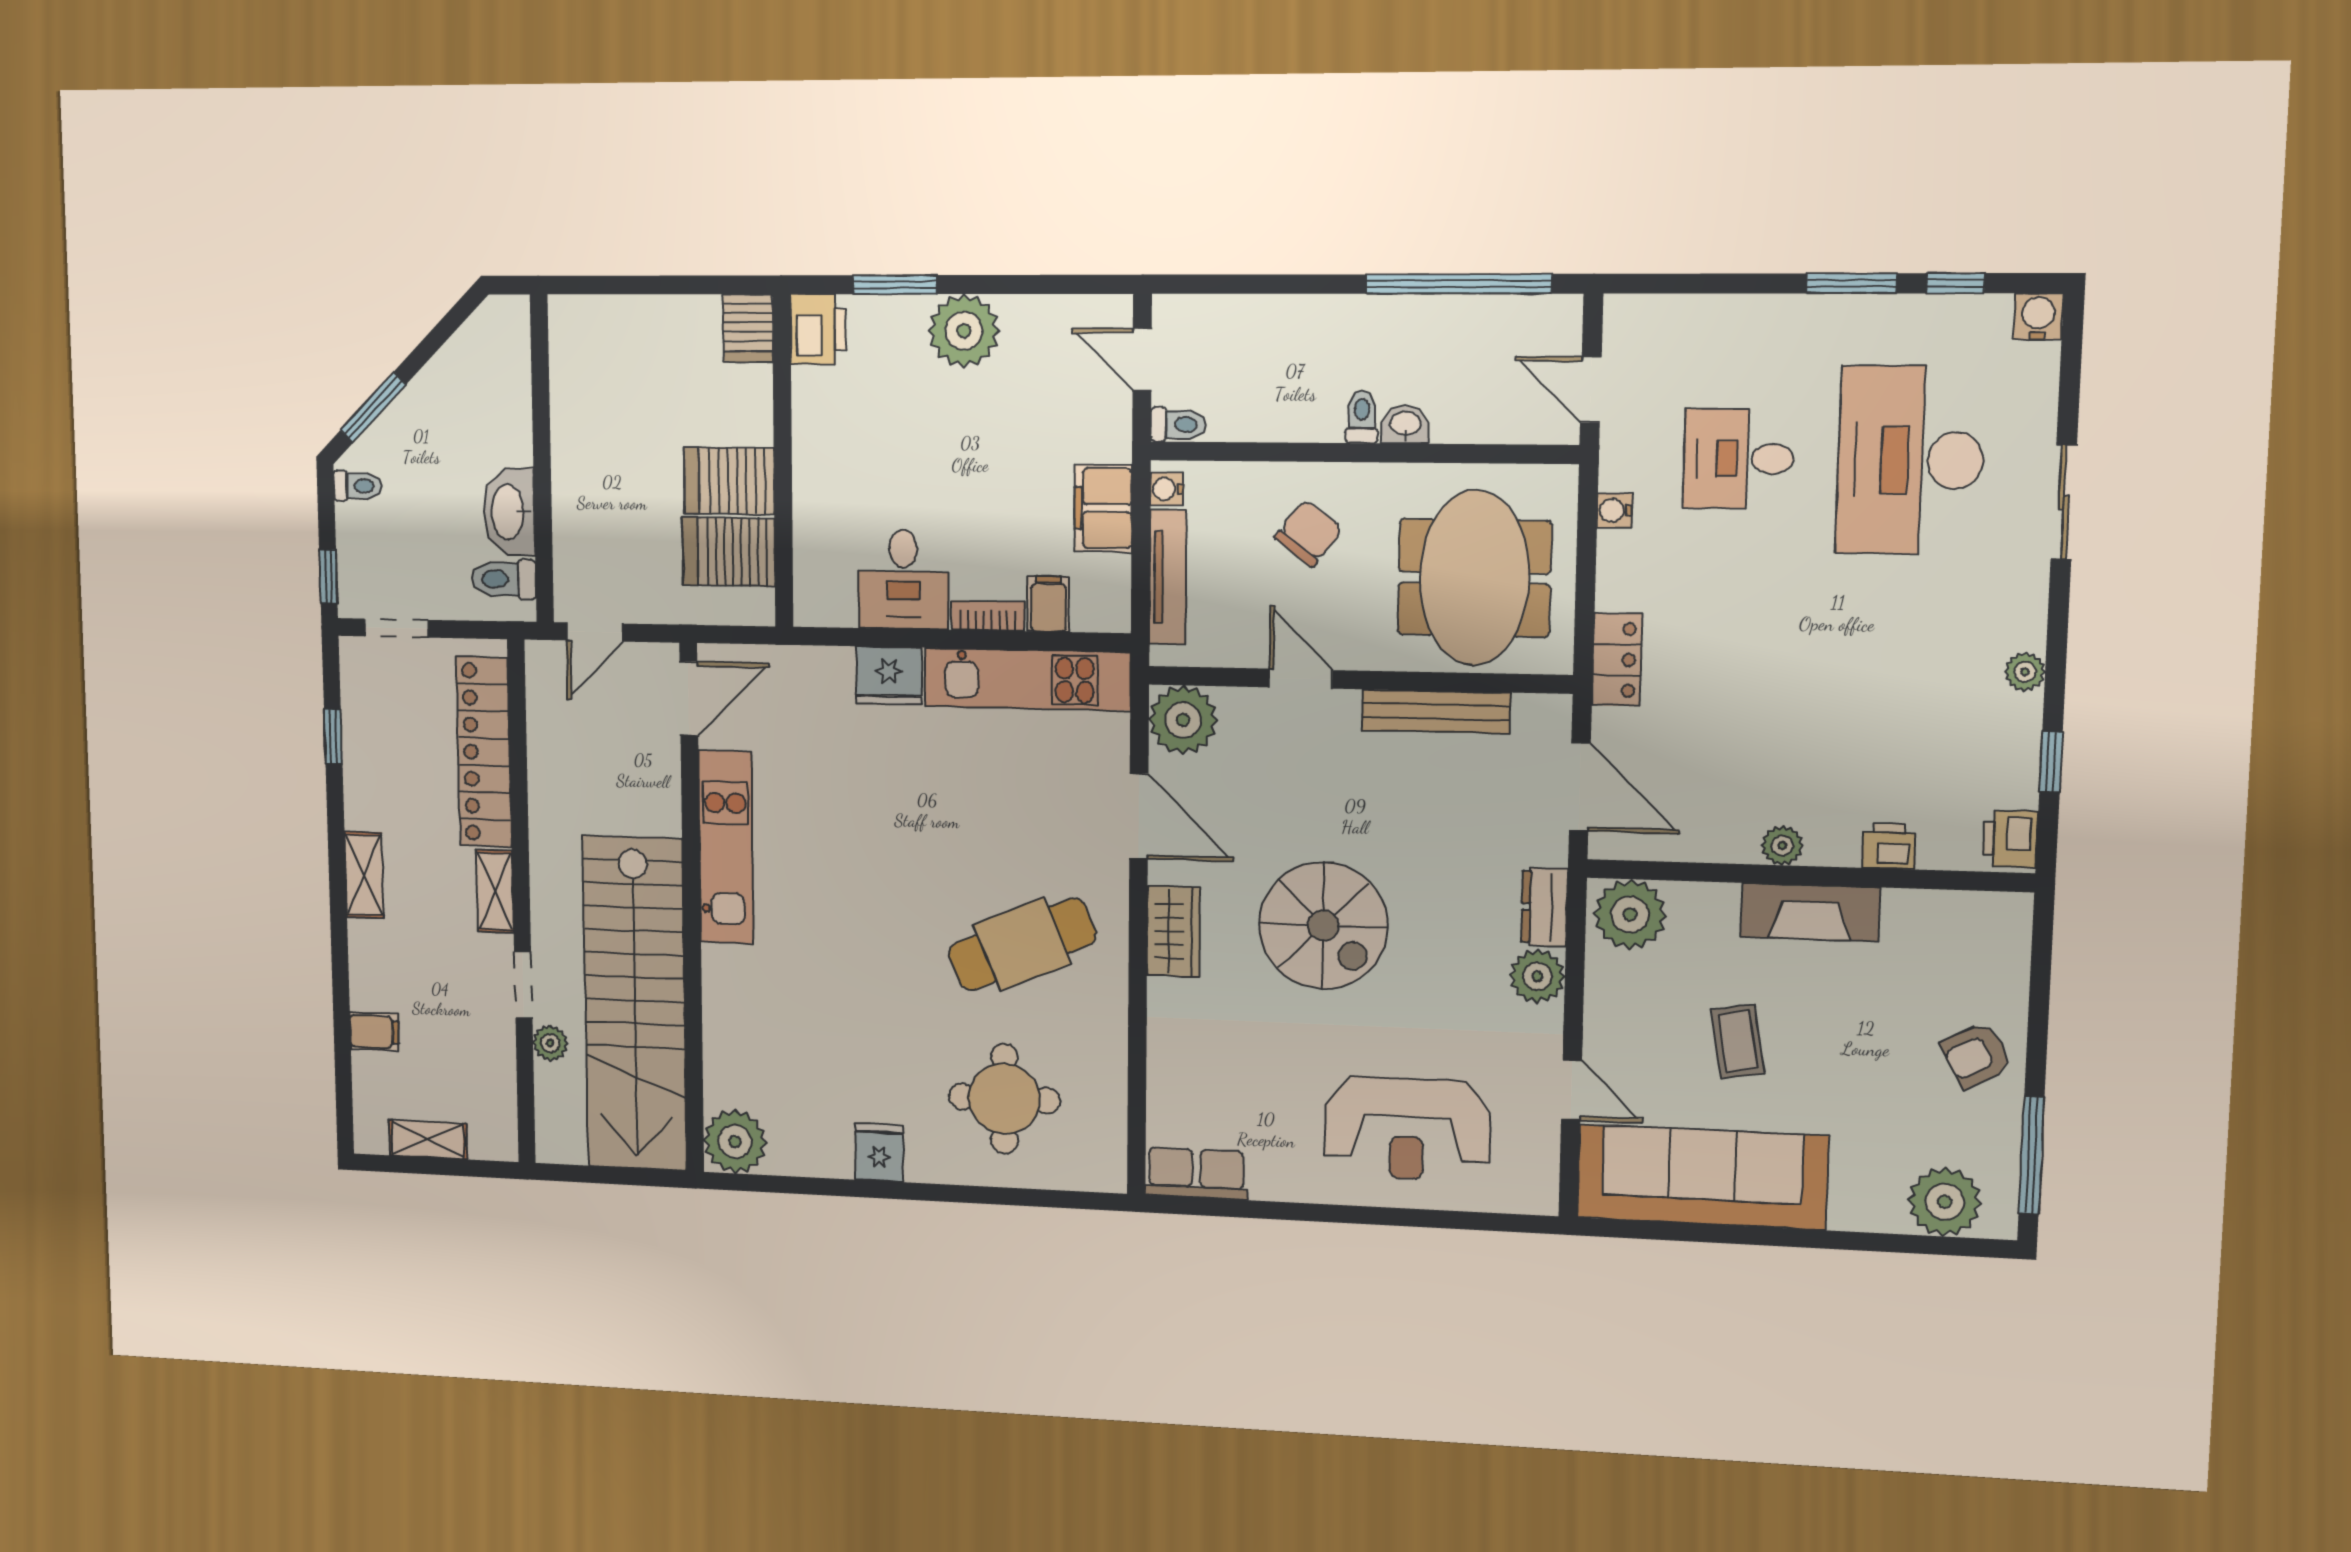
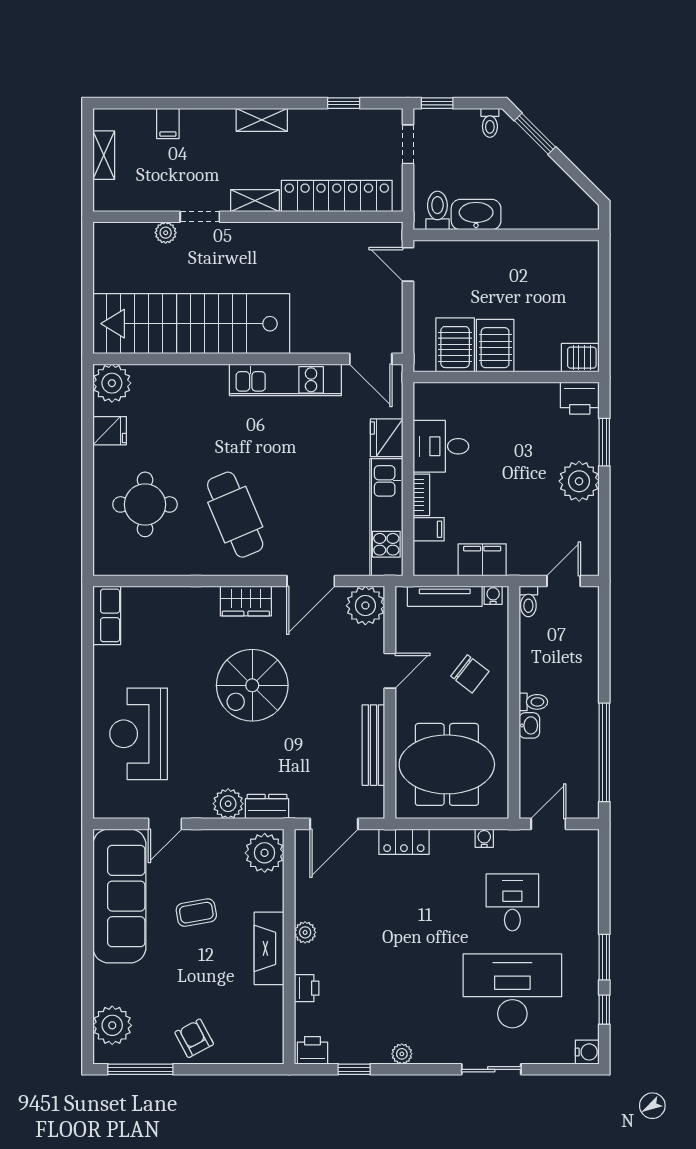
door: (689, 699) -> (371, 359), moved
kitchen unit: (726, 847) -> (285, 380), moved
wall: (692, 910) -> (248, 359), moved
stairs: (635, 1004) -> (191, 324), moved
plant: (735, 1142) -> (112, 383), moved

